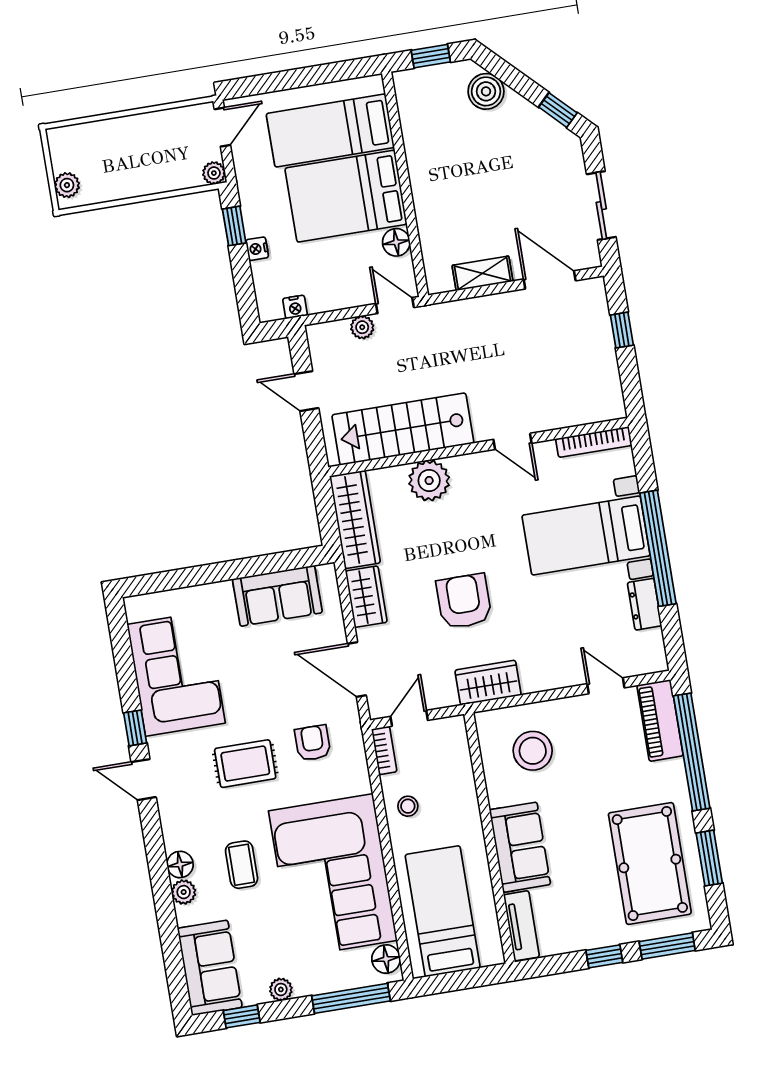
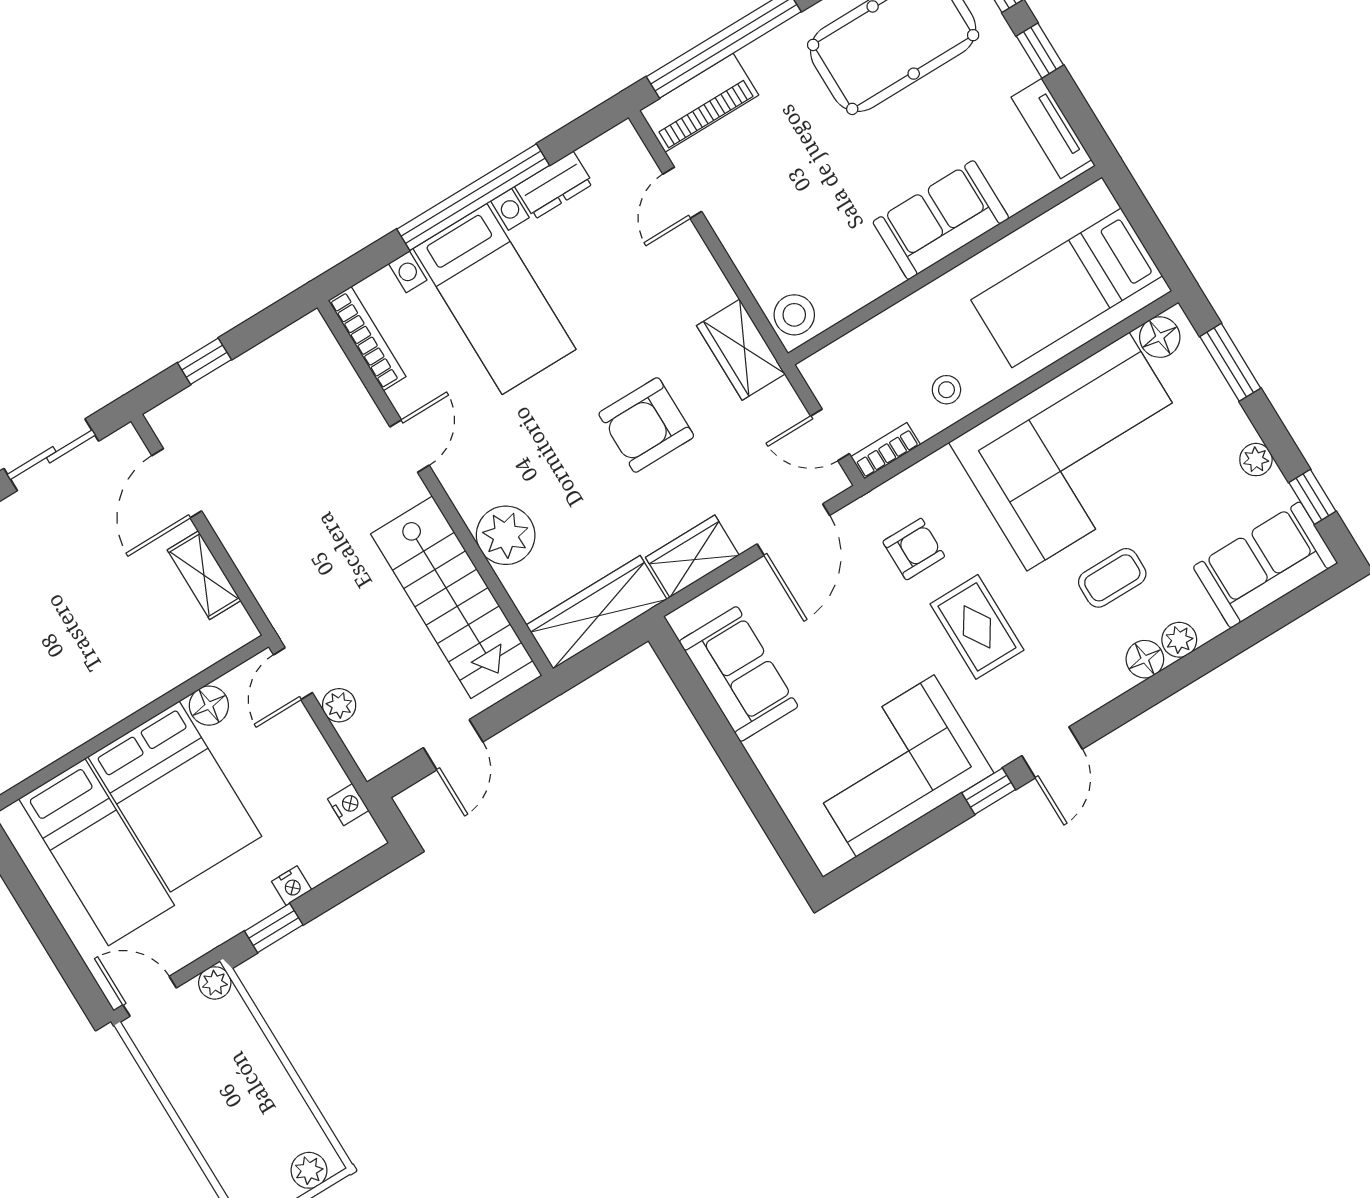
armchair: (313, 743) -> (914, 549), turned 180
stool: (533, 751) -> (794, 315), moved, width x0.73, depth x0.73
tv unit: (521, 926) -> (1051, 128), moved, turned -90
window: (351, 998) -> (1230, 362), width x0.69

